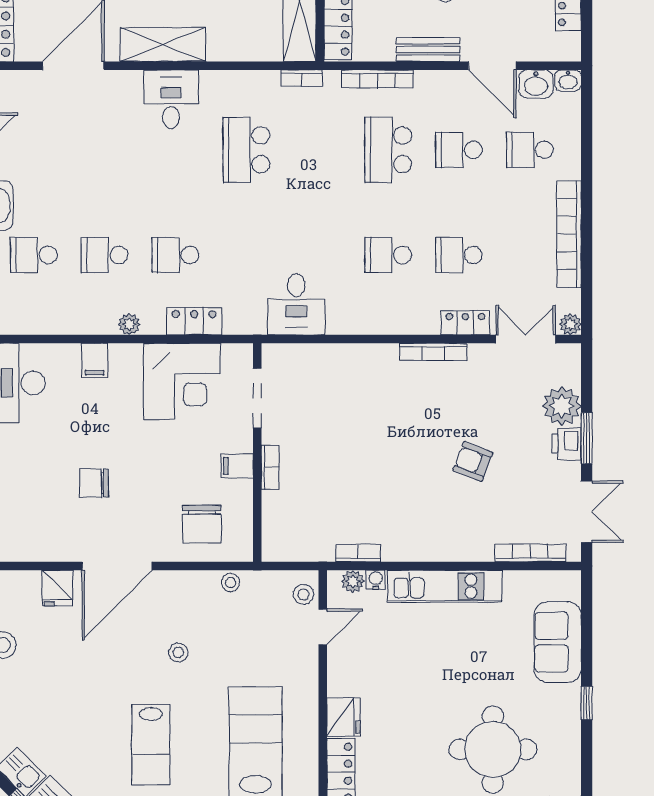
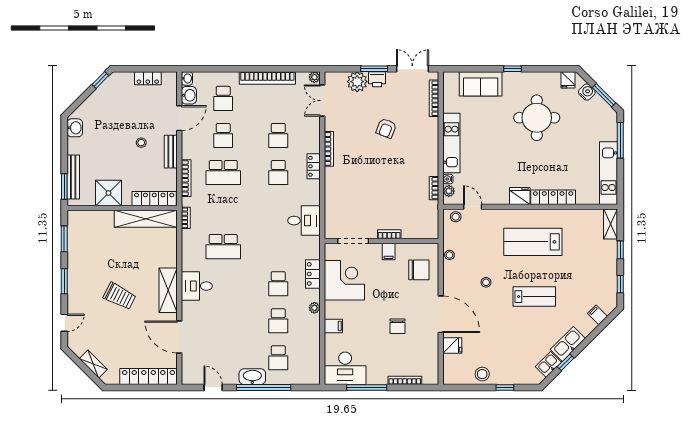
locker: (465, 323) -> (314, 166), moved

